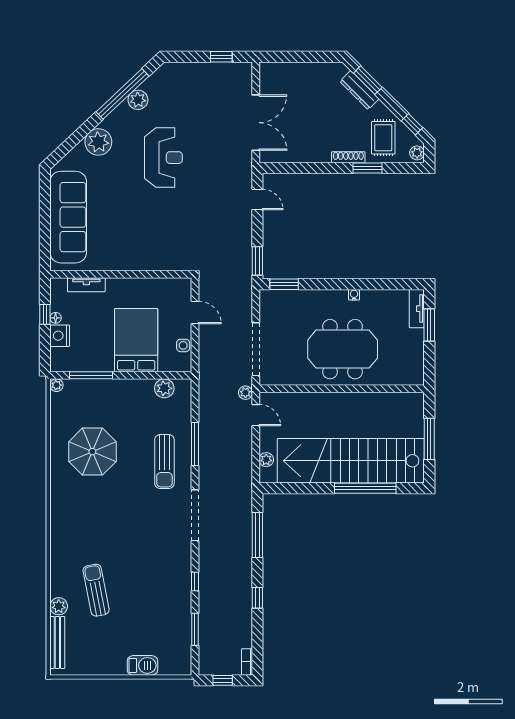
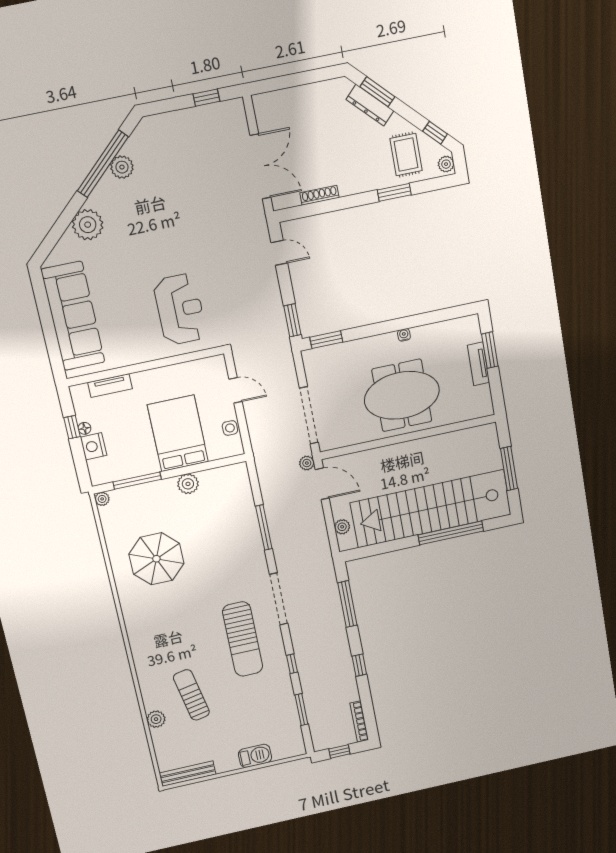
shoe rack: (348, 157) -> (319, 195), moved
reception desk: (163, 158) -> (180, 309), moved
tv unit: (417, 309) -> (478, 364), moved
plant: (164, 388) -> (188, 484), moved
door: (256, 415) -> (322, 484), width x1.38
sun lounger: (164, 461) -> (243, 639), moved, width x1.36, depth x1.34
bench: (57, 642) -> (188, 774), moved, turned 90
bookcase: (247, 662) -> (359, 722), width x1.56

